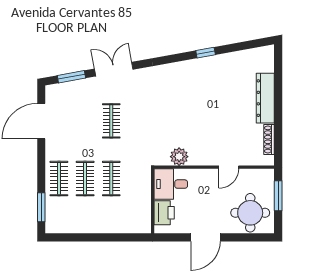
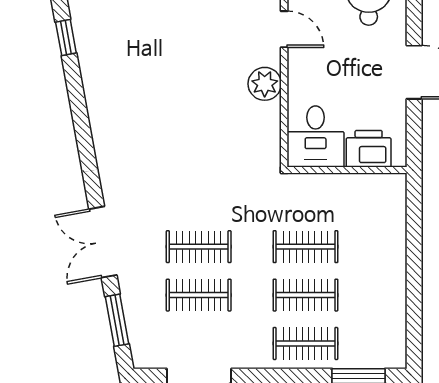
window: (206, 53) -> (66, 38), moved
clothes rail: (85, 121) -> (199, 295), added
plant: (179, 157) -> (265, 84), moved

